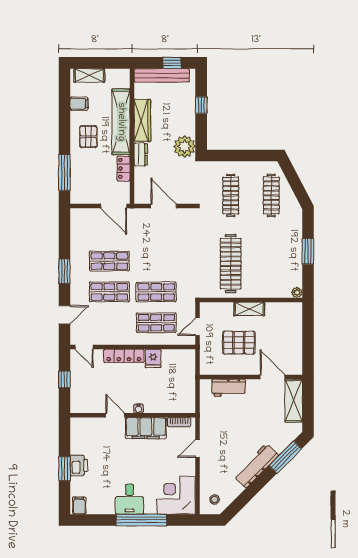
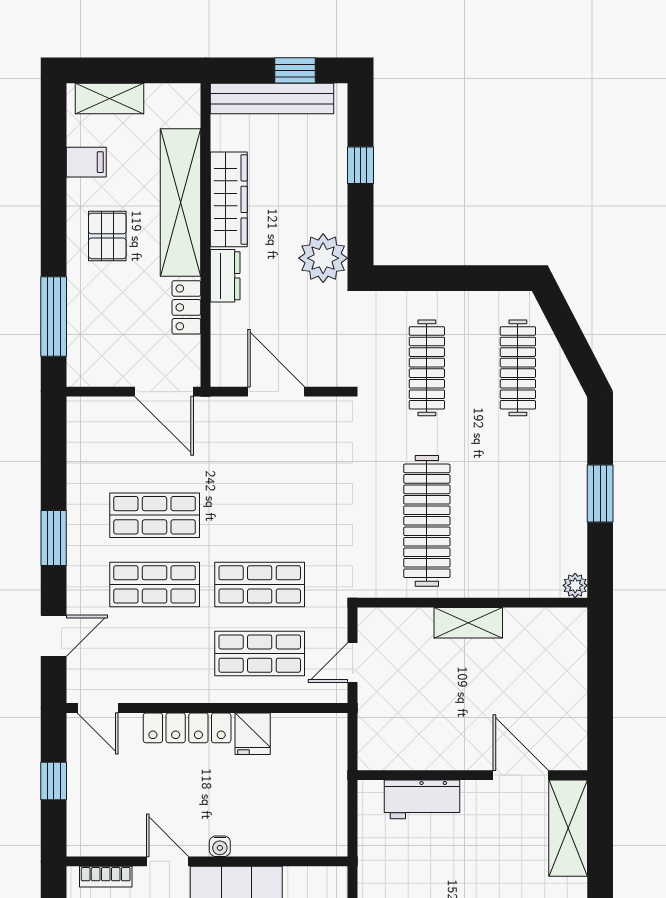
pallet: (239, 343) -> (445, 698), removed
bookcase: (179, 422) -> (106, 877), moved

